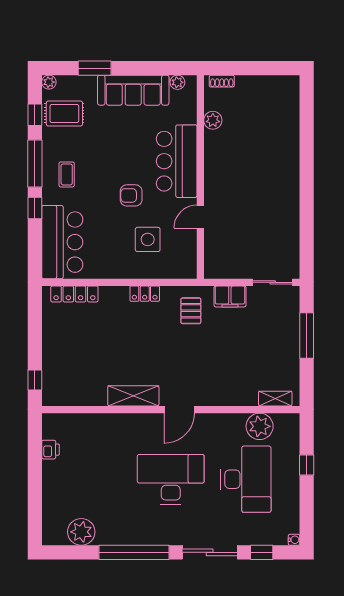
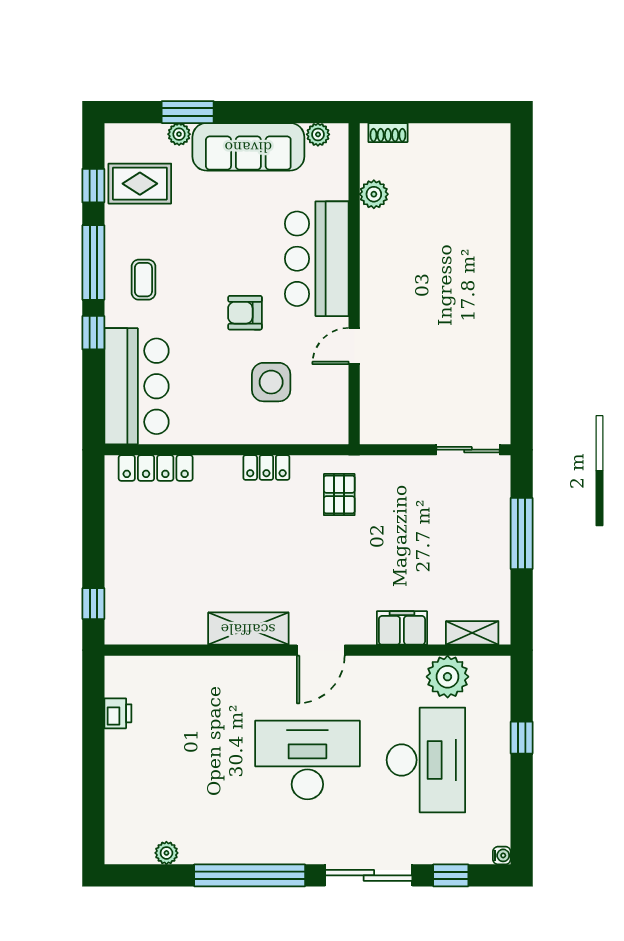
plant: (49, 82) -> (179, 134), moved
filing cabinet: (230, 296) -> (402, 628), moved, turned 180
plant: (81, 532) -> (166, 853), width x0.53, depth x0.53

